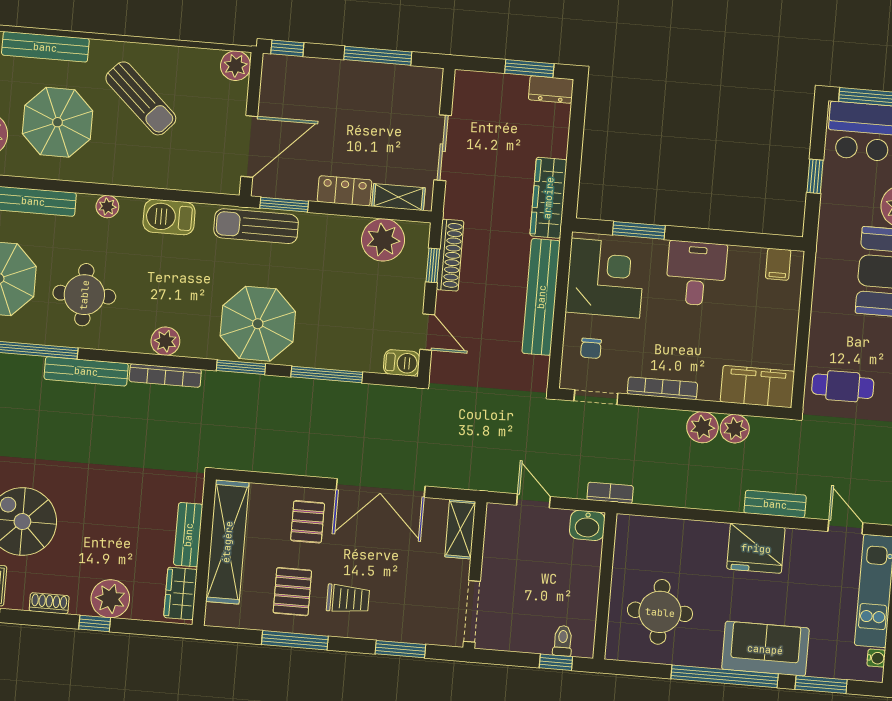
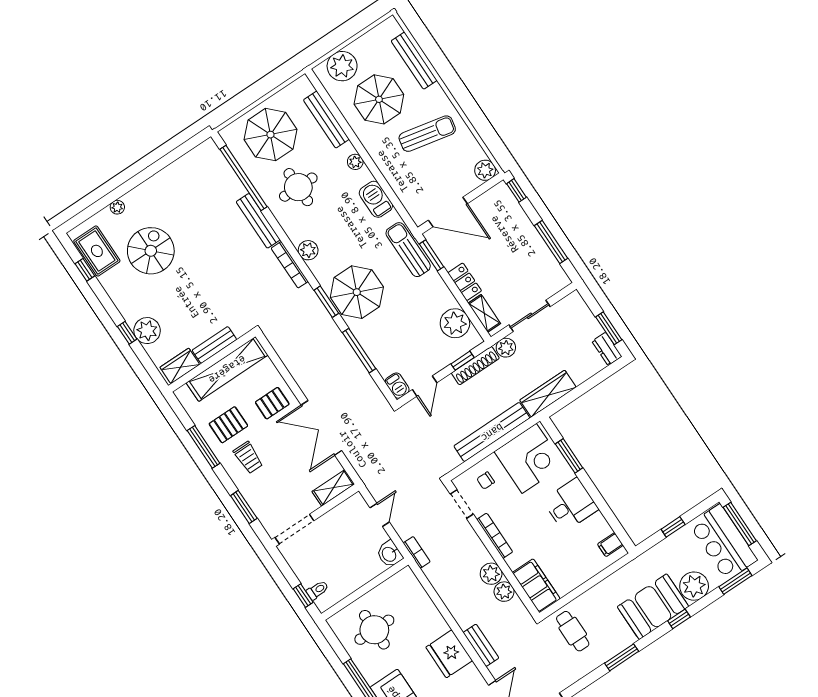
sun lounger: (141, 98) -> (427, 134), turned -121
plant: (457, 204) -> (506, 348), added
shoe rack: (49, 603) -> (118, 300), removed

